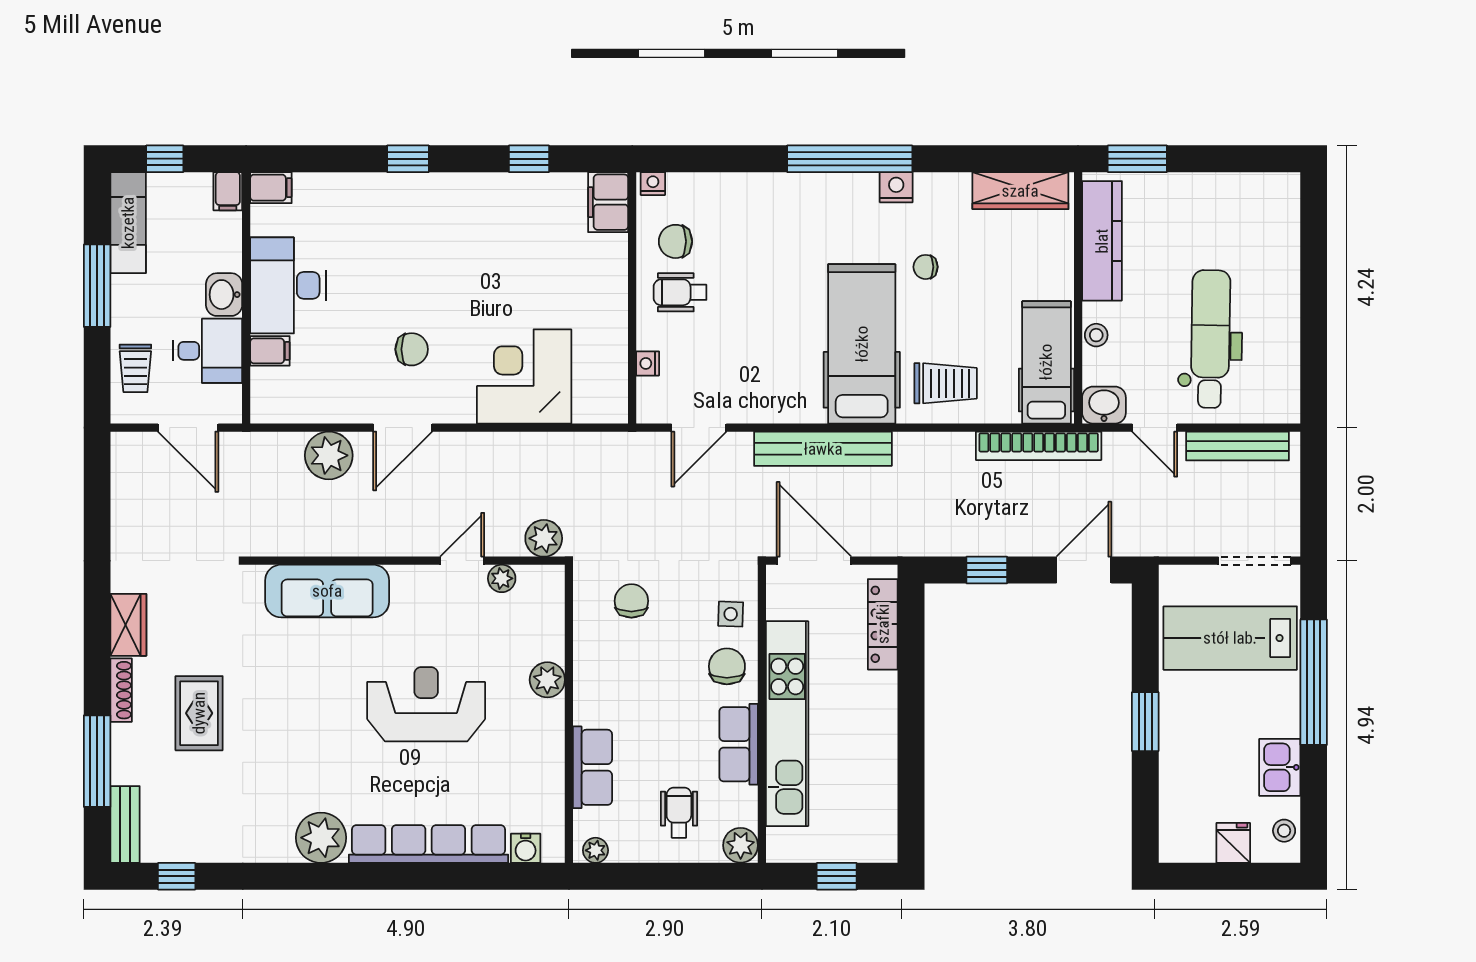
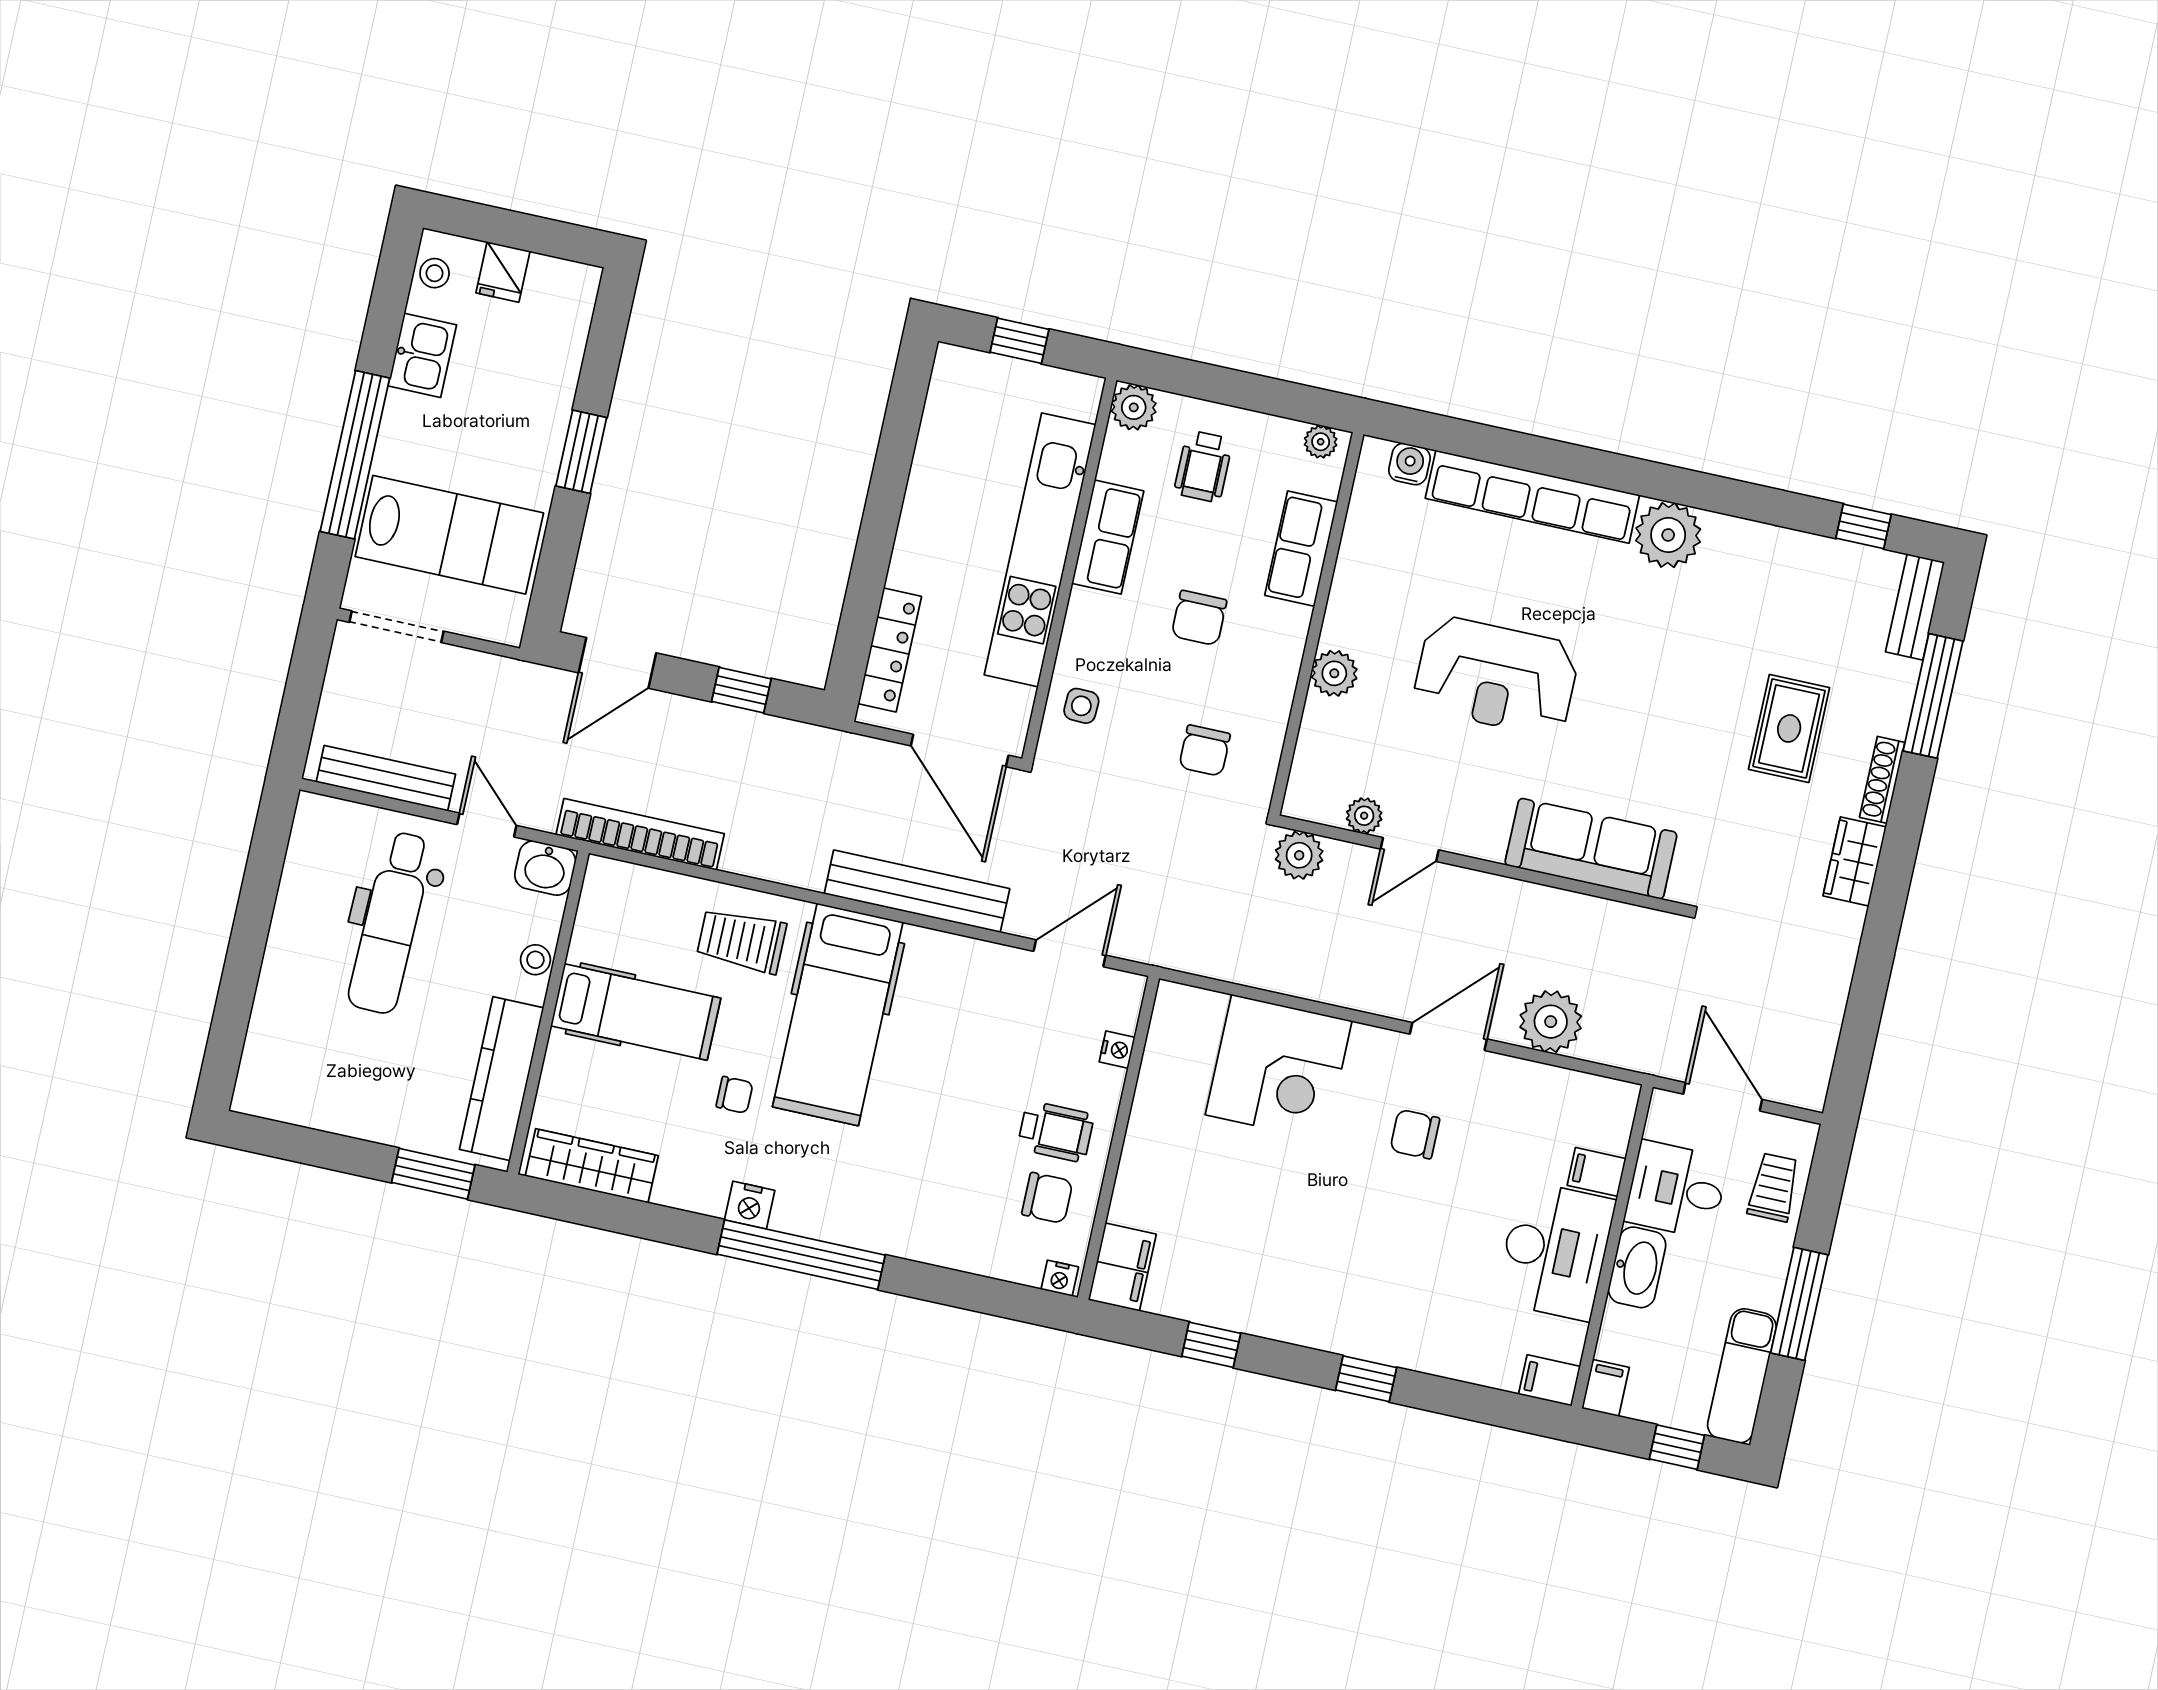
washbasin: (224, 295) -> (1637, 1267), width x1.38
hospital bed: (1046, 362) -> (636, 1012), moved, turned -90
chair: (727, 666) -> (1199, 618), moved

